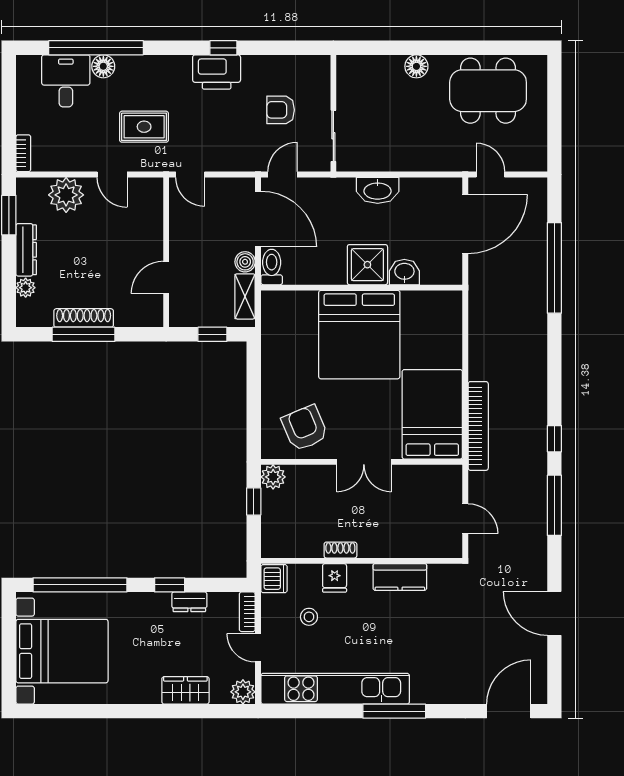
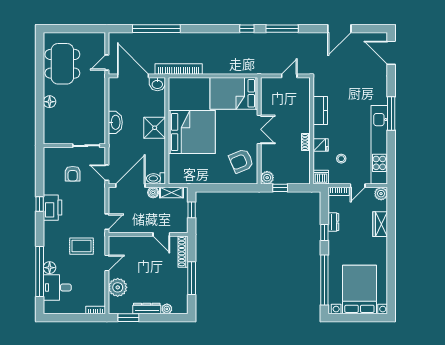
rug: (144, 127) -> (82, 246), turned 90
washbasin: (404, 272) -> (157, 84), moved, turned -90
shoe rack: (84, 318) -> (183, 252), moved
bookcase: (478, 426) -> (179, 69), moved

